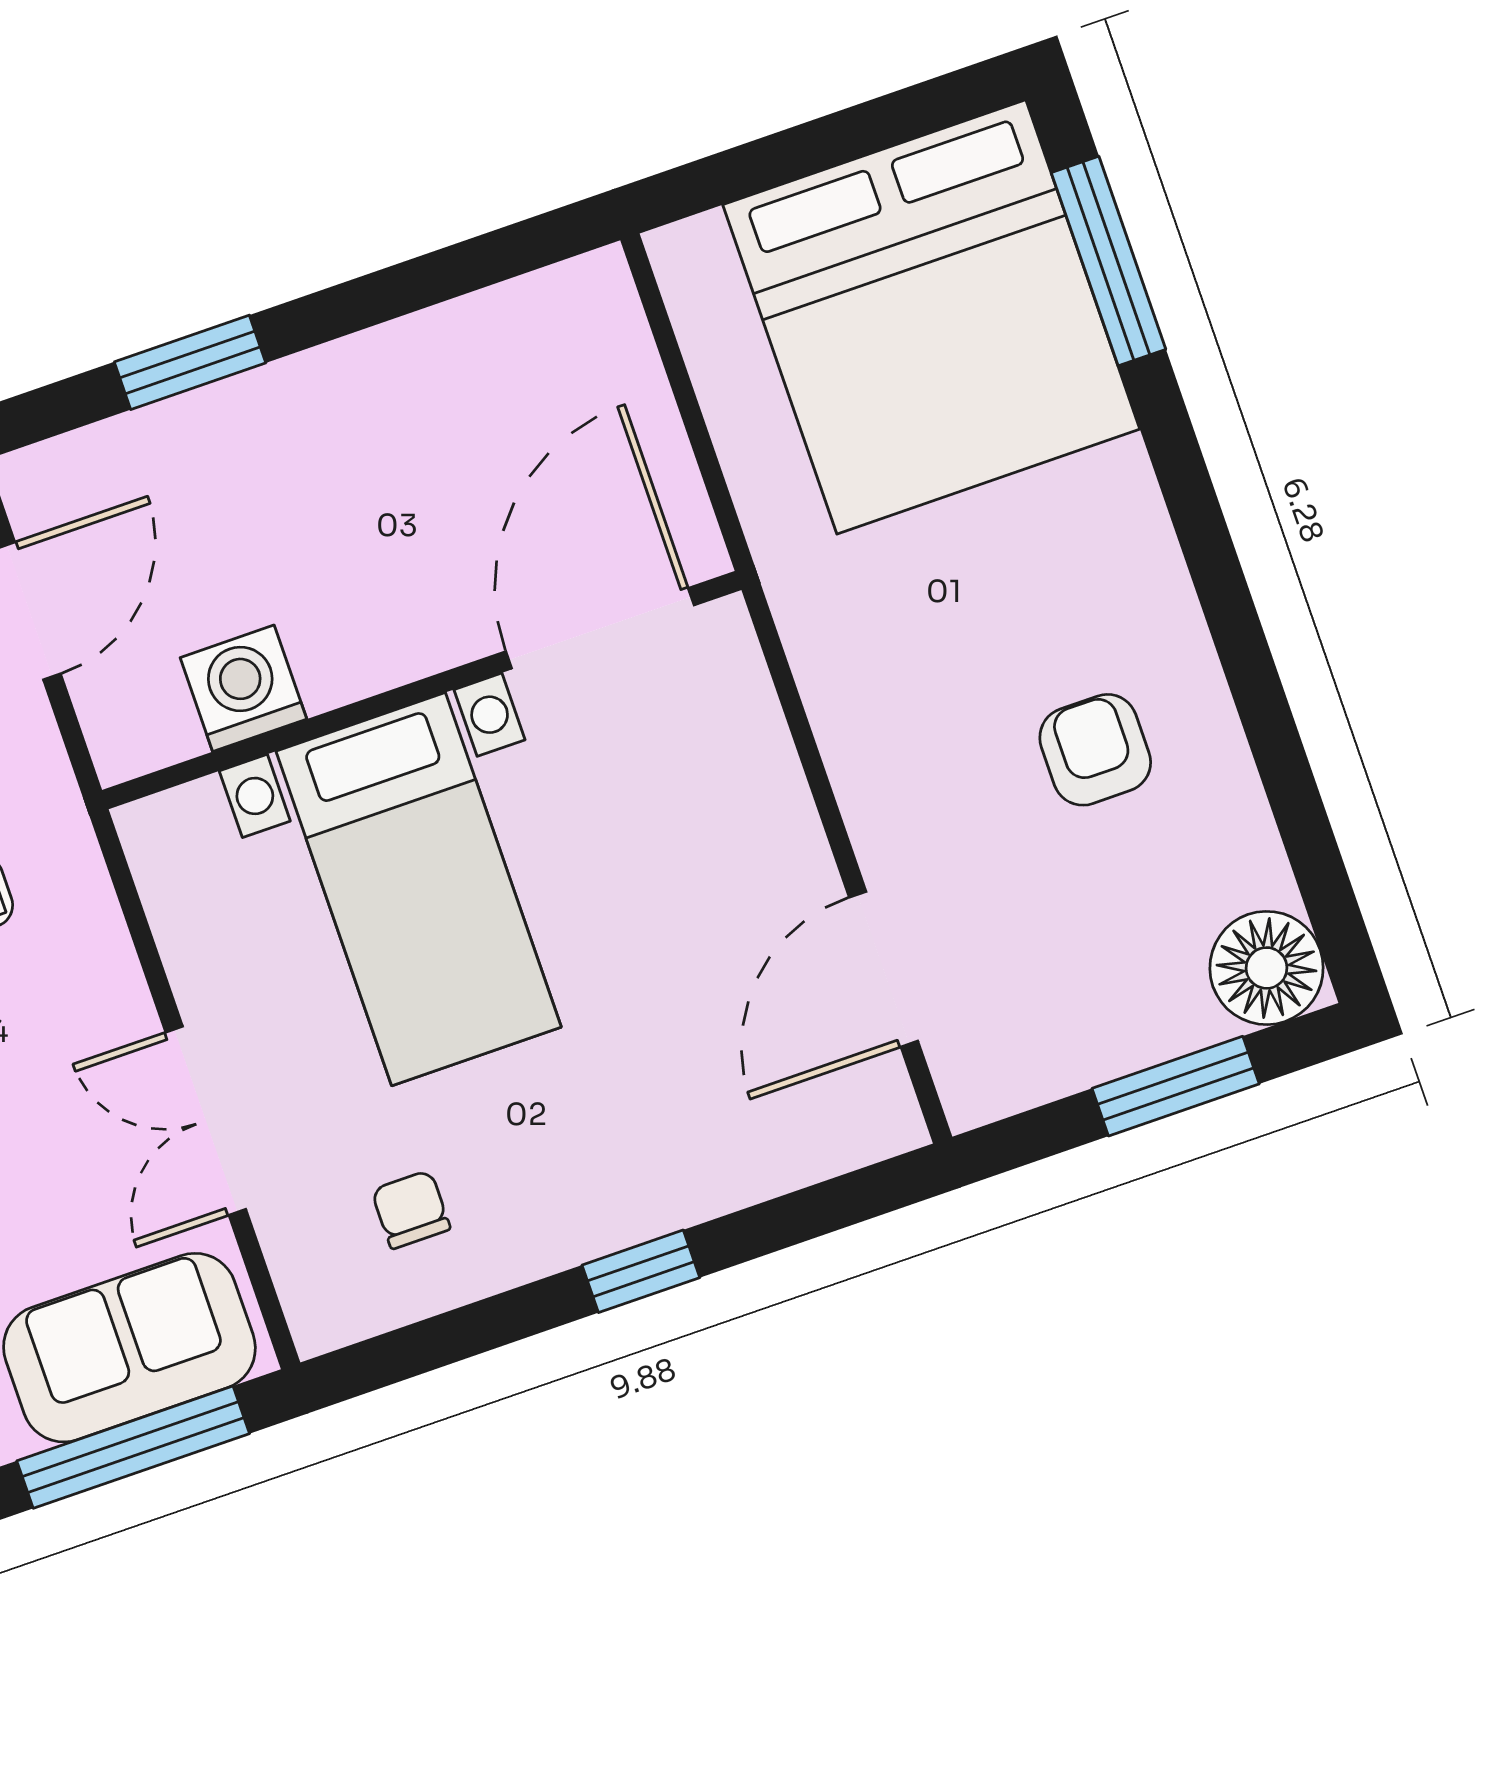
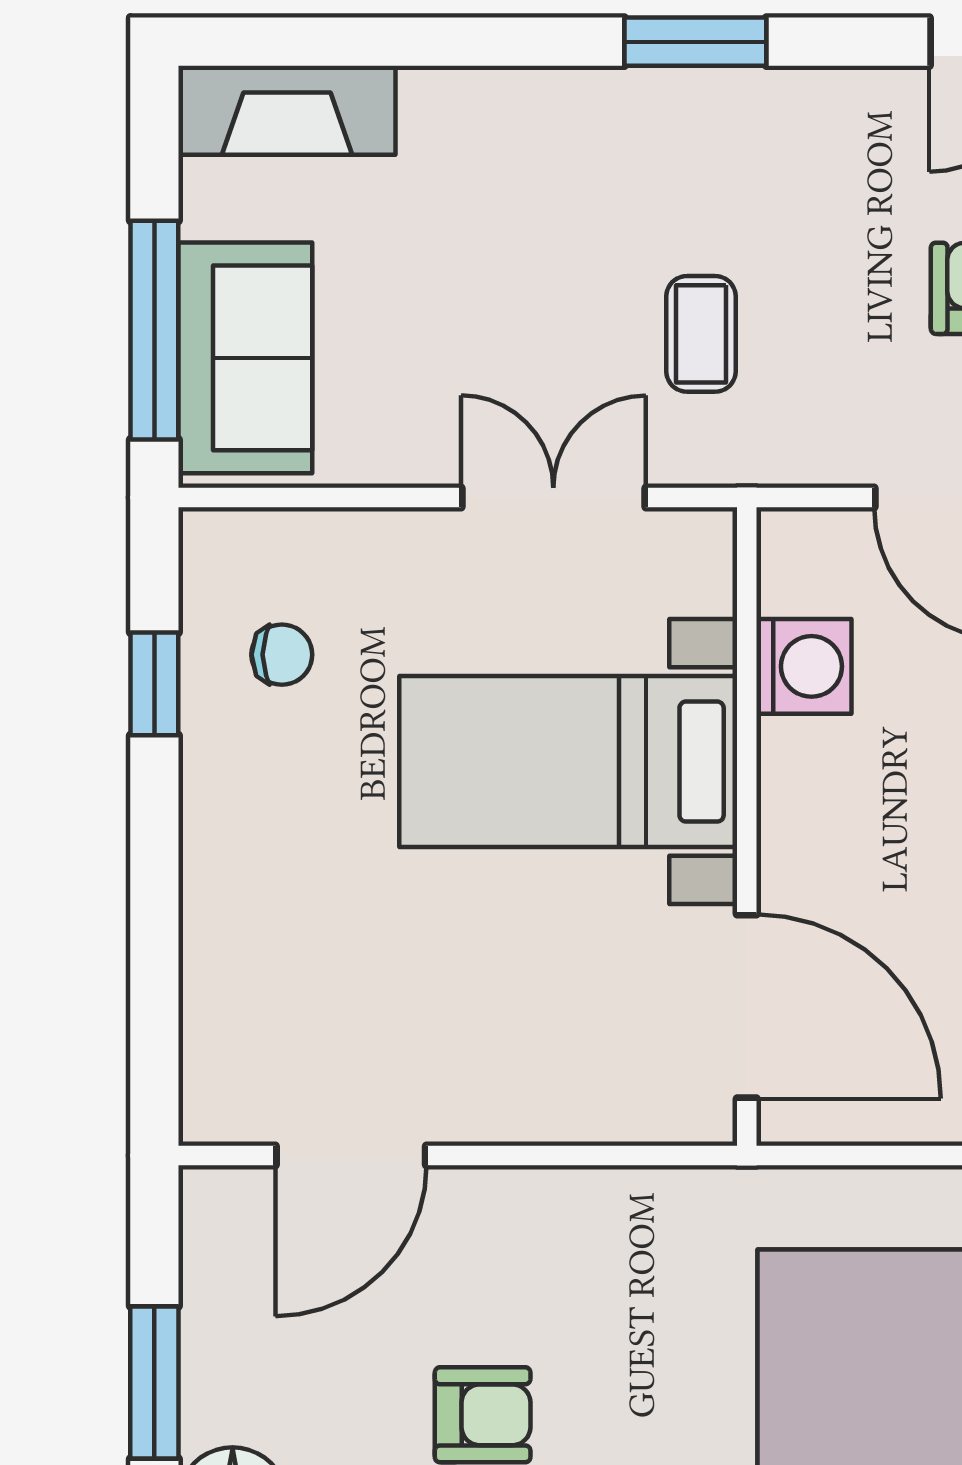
door: (883, 969) -> (351, 1156), swing flipped
double door: (206, 1121) -> (553, 497), moved
window: (641, 1271) -> (154, 684), moved

